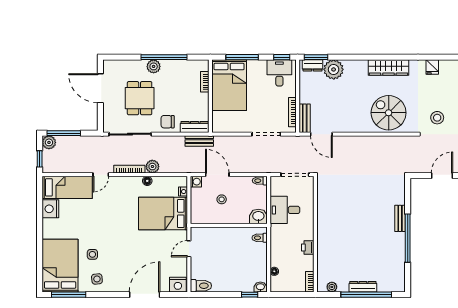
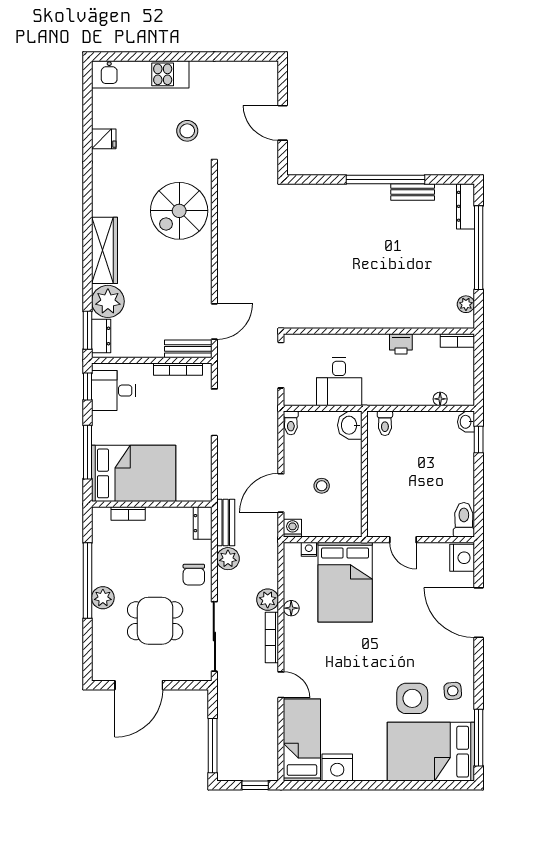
wardrobe: (388, 67) -> (105, 250), moved
dresser: (195, 127) -> (203, 523), width x0.70
plant: (49, 142) -> (228, 559), moved
bench: (400, 218) -> (413, 192), moved
side table: (92, 254) -> (412, 698), width x1.87, depth x1.87
dresser: (363, 287) -> (466, 206), moved

